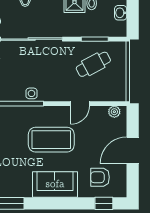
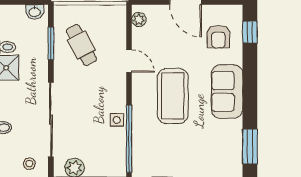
washbasin: (121, 13) -> (35, 12), moved

